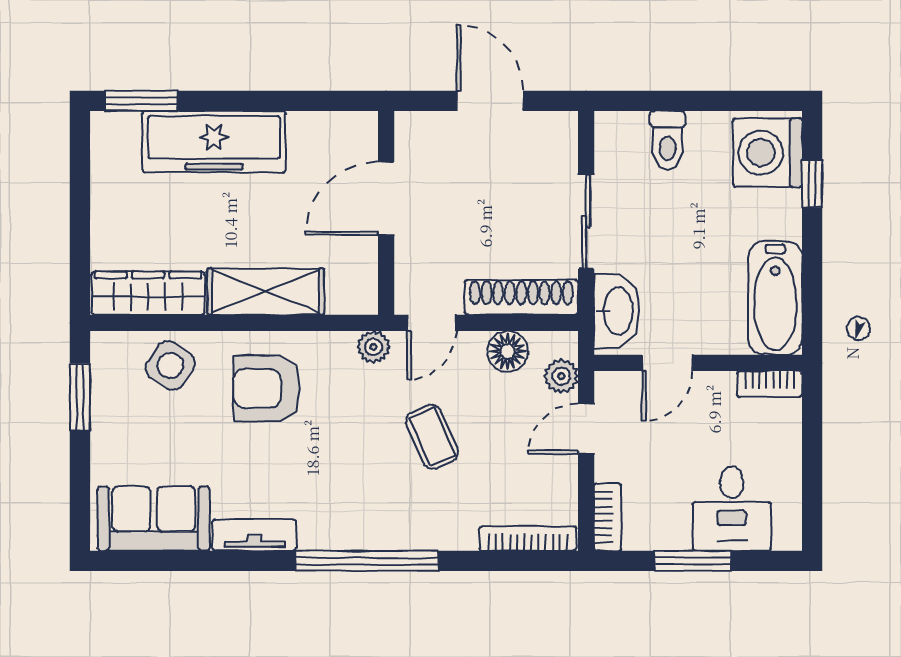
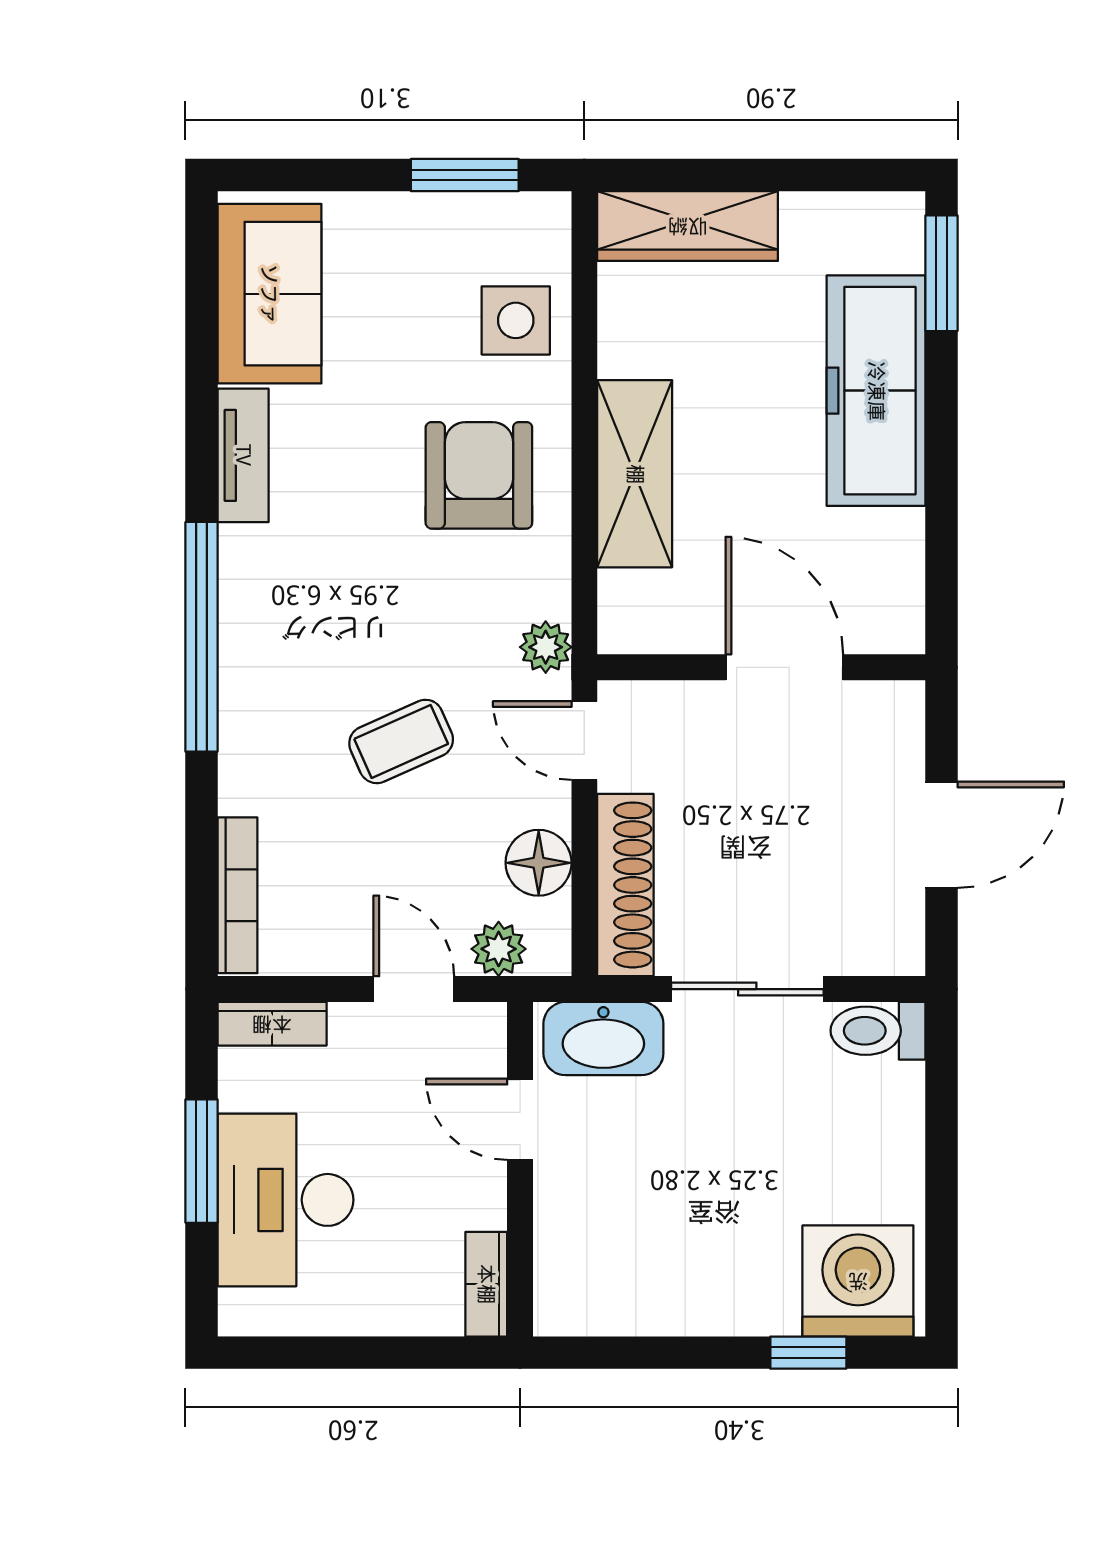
toilet: (668, 140) -> (878, 1031), moved
wardrobe: (148, 293) -> (688, 226), moved, turned 90
bathtub: (775, 298) -> (624, 1293), removed
side table: (170, 366) -> (516, 320), turned -34
desk: (732, 509) -> (285, 1200), width x1.37

